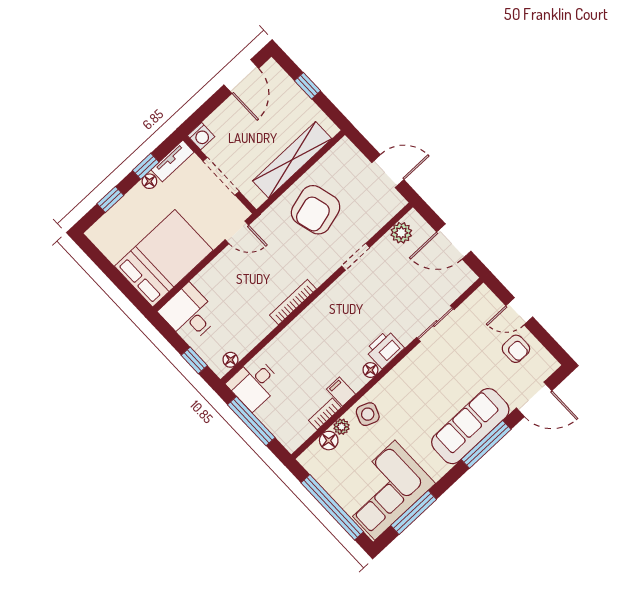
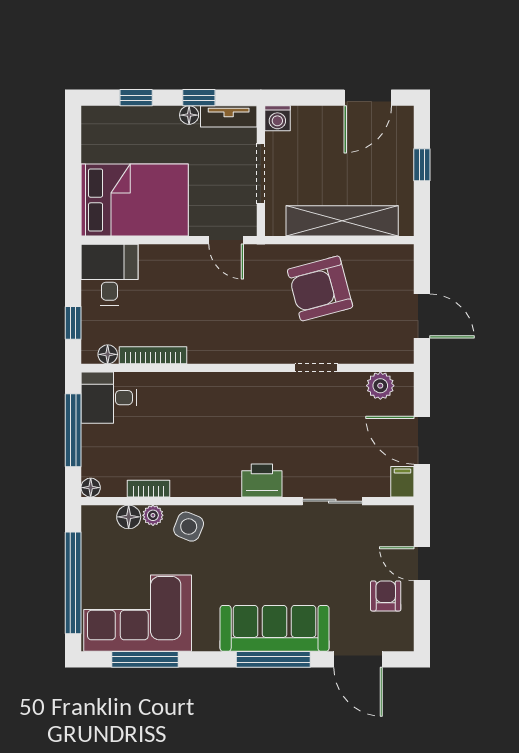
bookcase: (293, 302) -> (153, 355), moved
armchair: (516, 349) -> (386, 596), turned 180
floor lamp: (370, 370) -> (91, 488), moved
filing cabinet: (341, 392) -> (402, 482), moved

